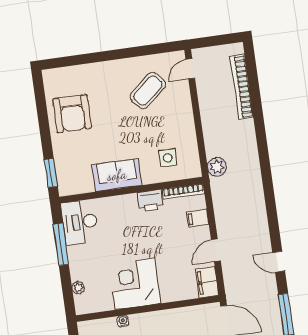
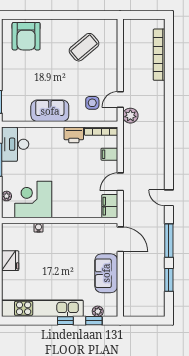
door: (190, 69) -> (120, 99), moved
armchair: (72, 113) -> (26, 36), moved
corner desk: (135, 284) -> (33, 200), moved

